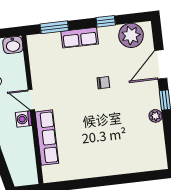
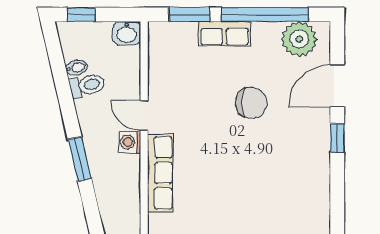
window: (106, 21) -> (265, 14), width x3.17
chair: (103, 83) -> (251, 103), width x1.87, depth x1.87
plant: (155, 116) -> (321, 160), removed

